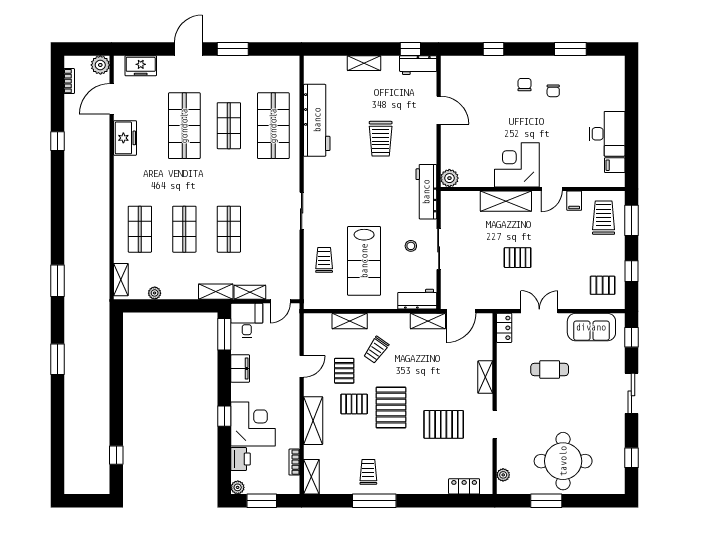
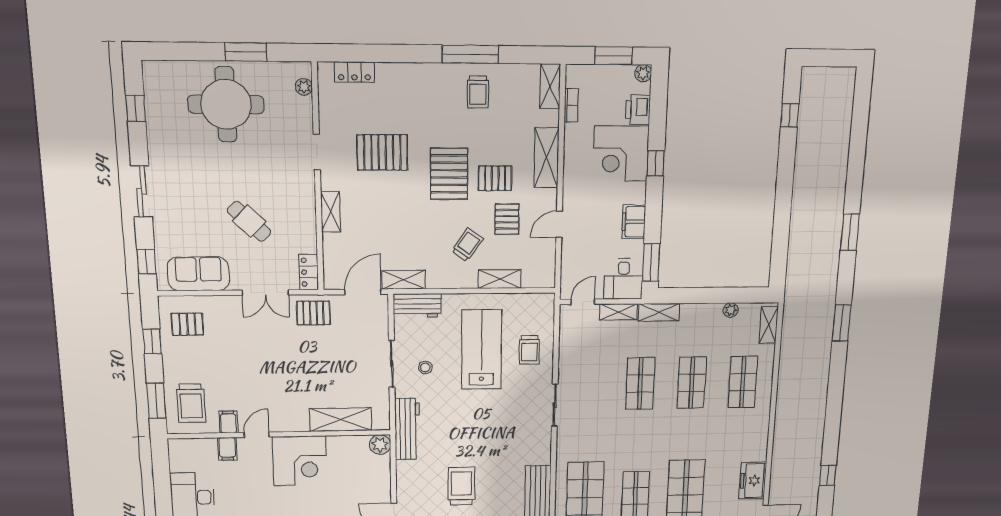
filing cabinet: (615, 165) -> (227, 449), moved, turned 90
shelving: (506, 201) -> (341, 420), moved
pallet: (518, 258) -> (313, 313), moved
cafe table: (550, 369) -> (249, 221), turned 44

